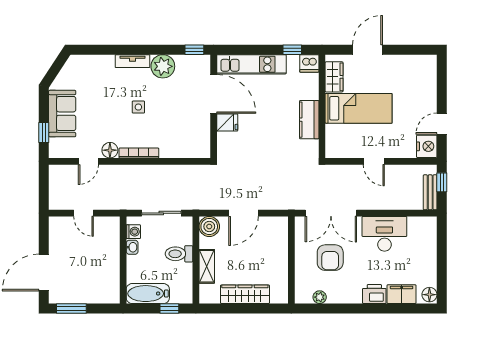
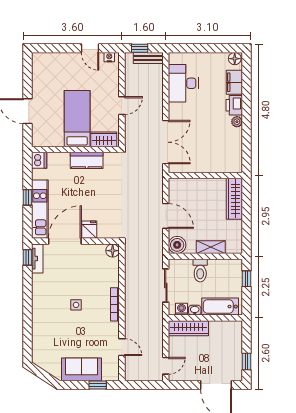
window: (292, 50) -> (28, 197), moved
tv unit: (133, 61) -> (37, 259), moved
plant: (163, 66) -> (42, 284), removed
wardrobe: (334, 77) -> (104, 139), moved
nightstand: (427, 146) -> (109, 57), width x0.53, depth x0.56
floor lamp: (110, 150) -> (113, 251), moved
door: (83, 213) -> (166, 366), moved
desk: (384, 234) -> (183, 83), moved
wardrobe: (111, 240) -> (188, 328), added
armchair: (330, 258) -> (203, 143), removed
bathtub: (148, 294) -> (220, 307), moved, turned 90
wardrobe: (245, 294) -> (234, 199), moved
plant: (320, 297) -> (237, 122), moved
window: (71, 309) -> (247, 362), width x0.67

